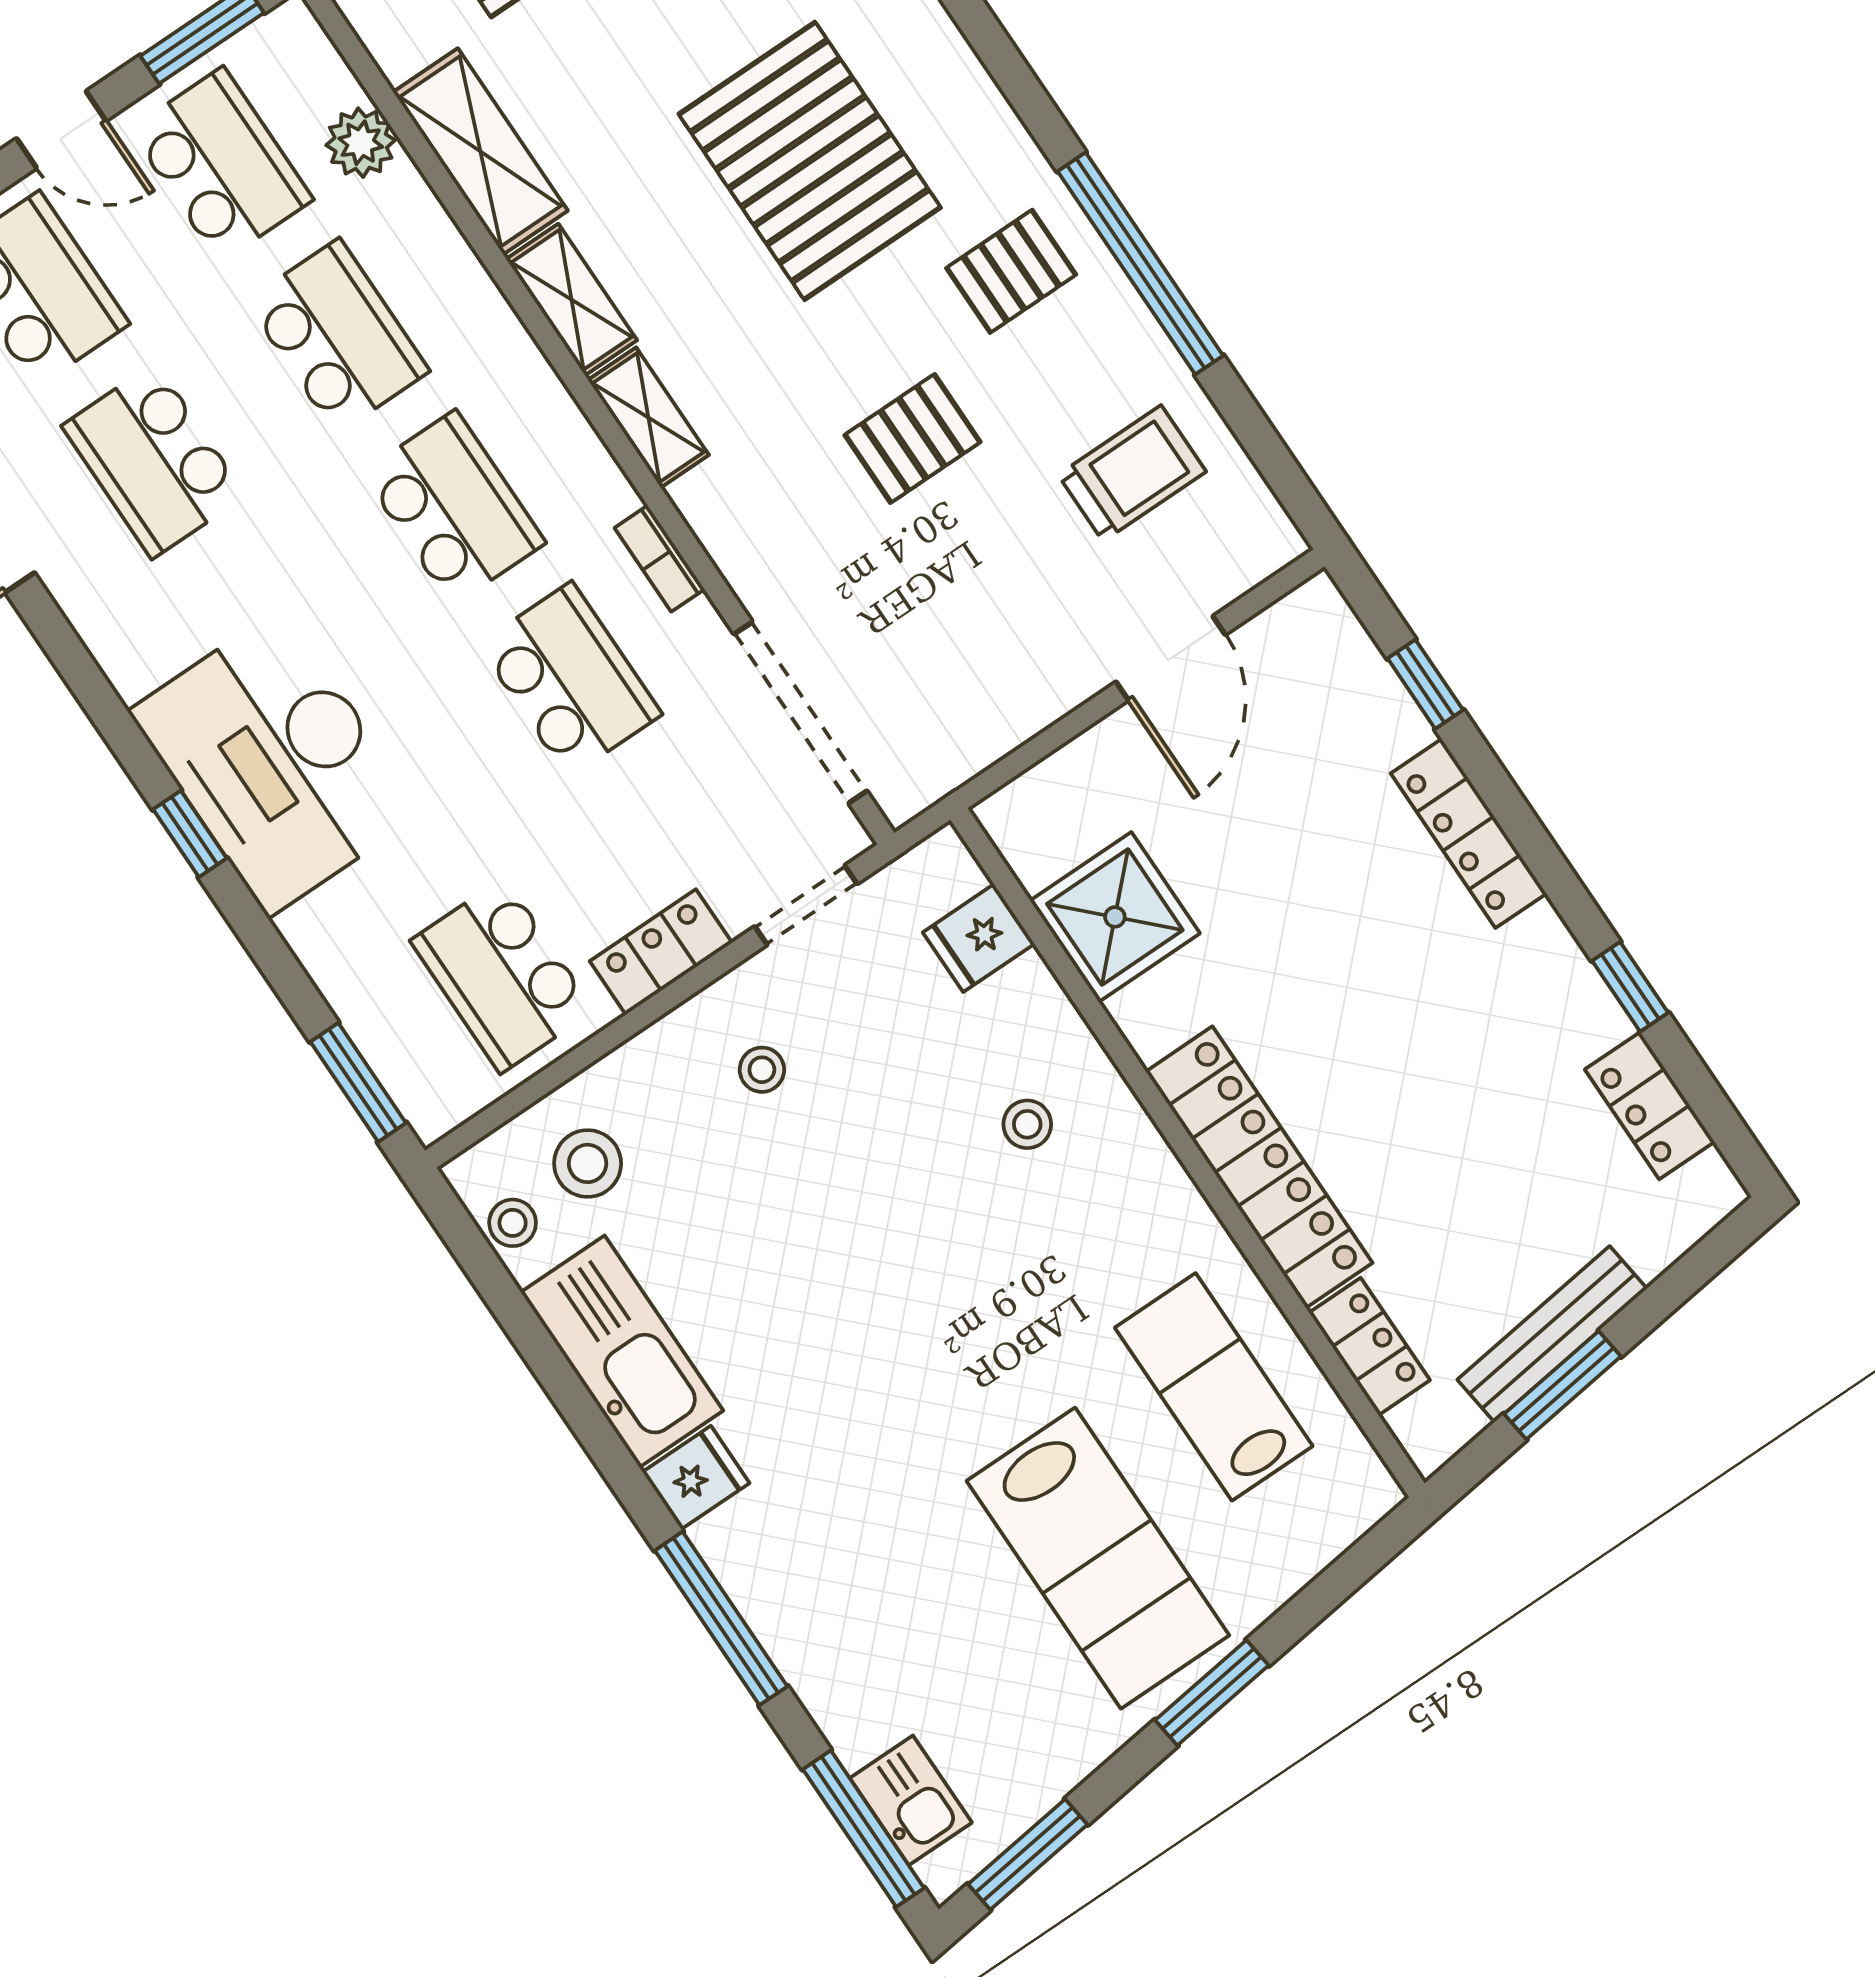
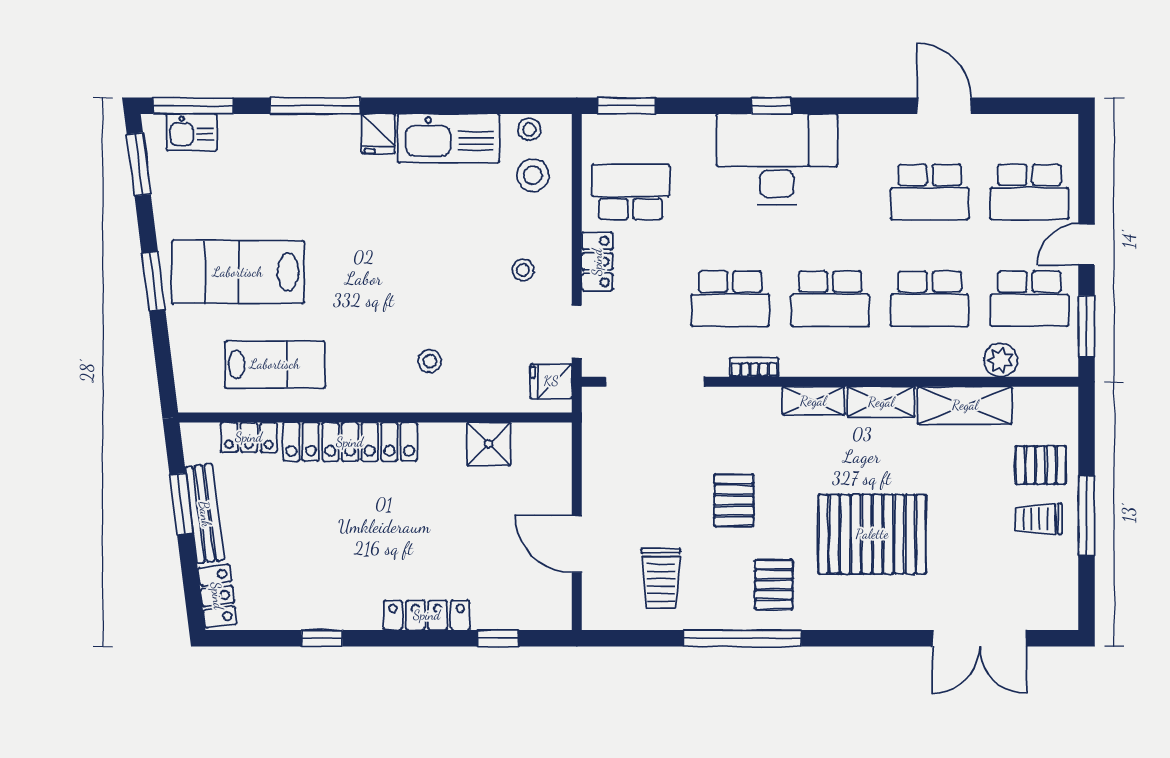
school desk: (154, 461) -> (930, 192), turned 180
shower: (1115, 917) -> (489, 444), width x0.73, depth x0.73
fridge: (979, 938) -> (551, 381), moved, turned -90
locker: (1650, 1106) -> (217, 596), moved, turned 83

